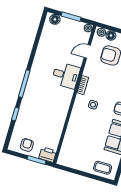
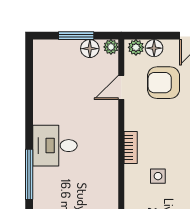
floor lamp: (55, 19) -> (90, 49), moved
desk: (66, 75) -> (55, 146), moved, turned 180

